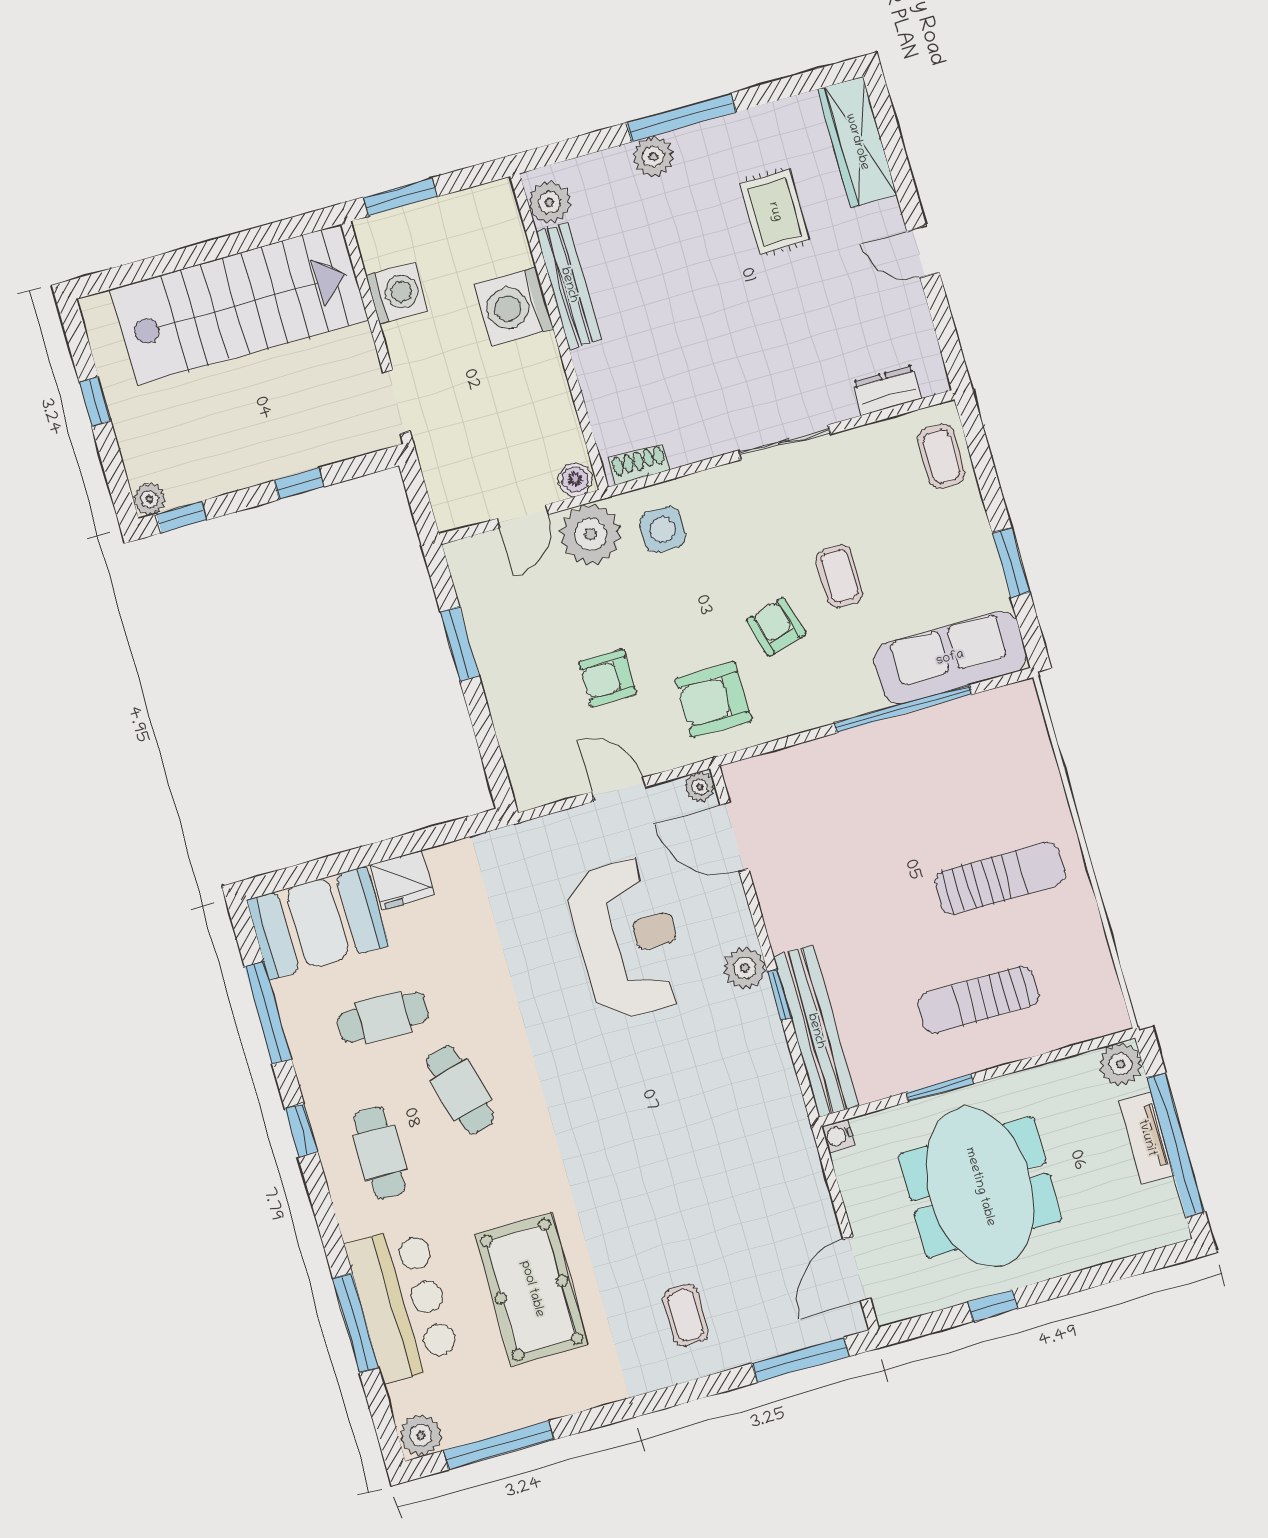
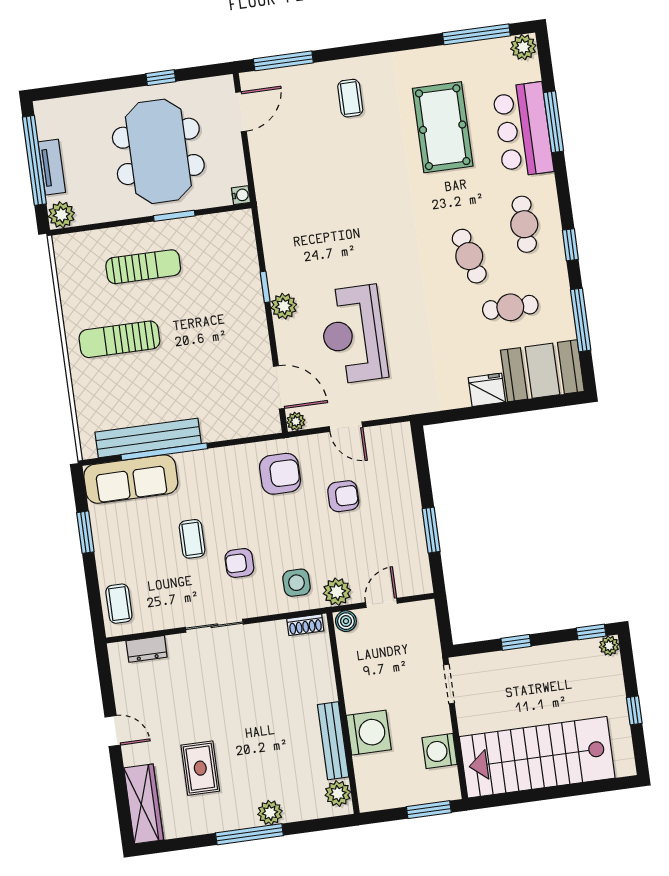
plant: (590, 534) -> (337, 592), width x0.73, depth x0.73
armchair: (776, 627) -> (239, 563), moved, turned 106
bench: (816, 1031) -> (148, 438), moved, turned 90

